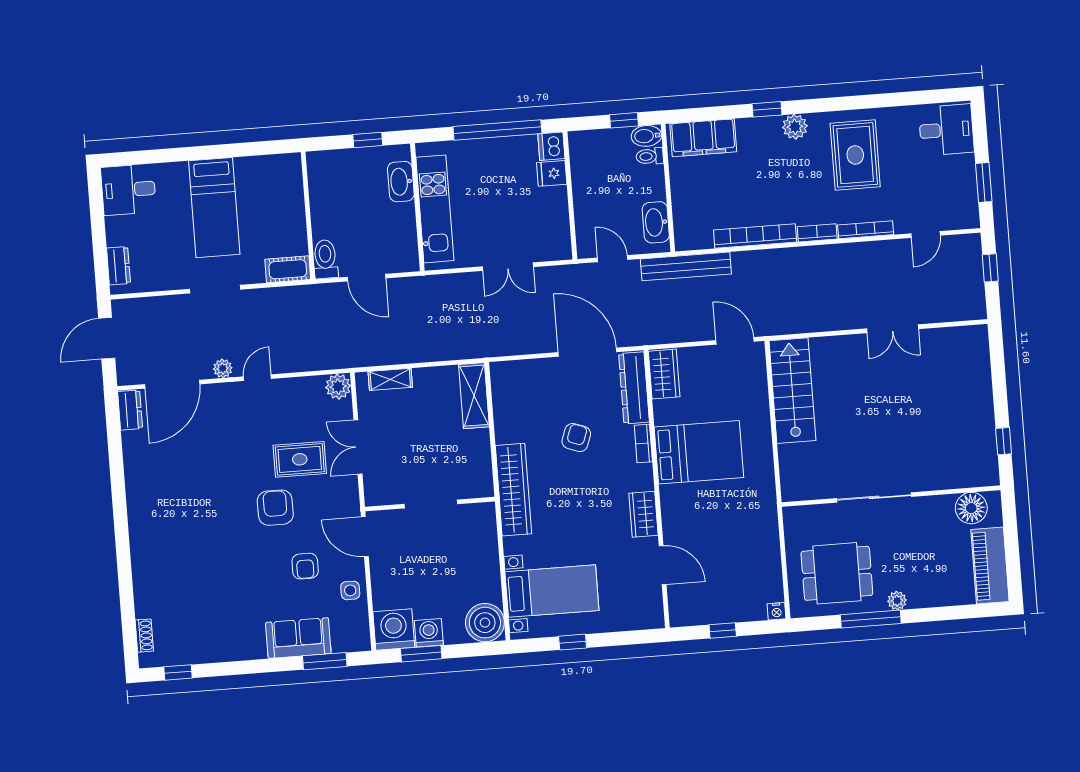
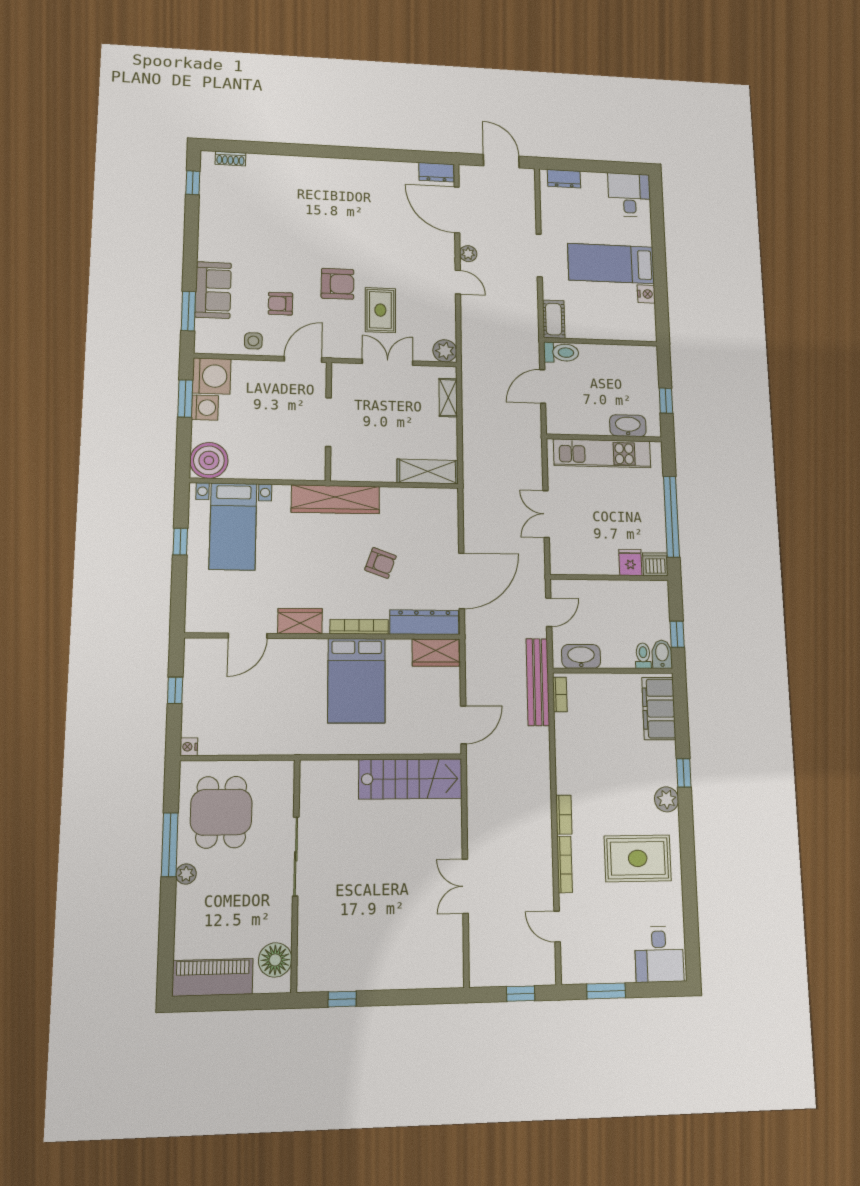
nightstand: (246, 166) -> (646, 294), added
bookcase: (755, 236) -> (560, 694), moved, width x0.43, depth x0.76
bookcase: (643, 444) -> (359, 627), width x1.56

